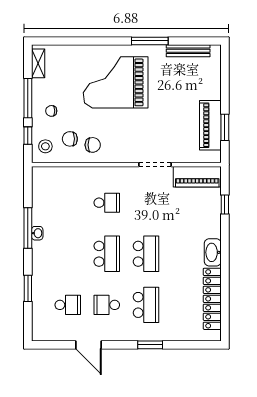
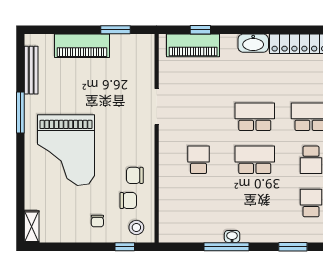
shelving: (38, 63) -> (32, 227), moved, turned 90
window: (28, 98) -> (83, 247), removed
piano: (210, 125) -> (82, 46), moved
chair: (70, 139) -> (128, 201), turned -90
chair: (93, 145) -> (135, 175), turned -90
piano: (197, 177) -> (193, 45), moved, turned 90

